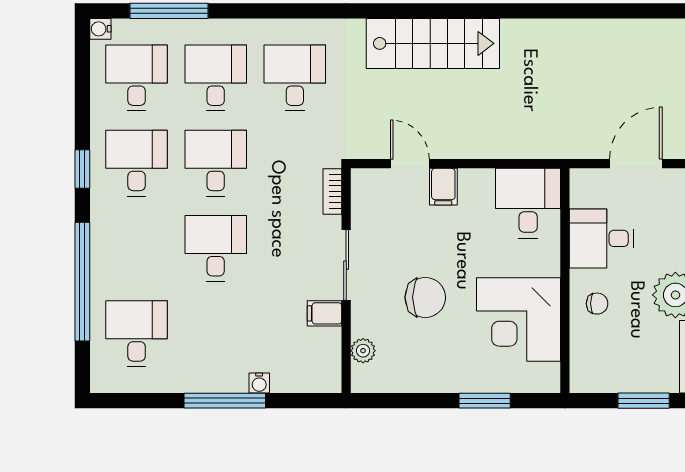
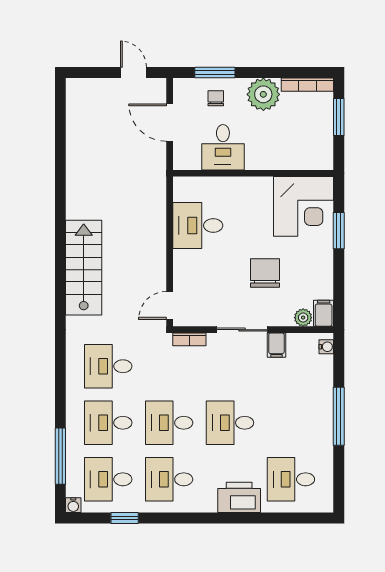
door: (410, 164) -> (170, 305), moved
window: (82, 169) -> (125, 518), moved
filing cabinet: (443, 187) -> (324, 313), moved, turned -90
desk: (528, 203) -> (198, 225), moved
printer: (111, 261) -> (239, 497), added
window: (82, 282) -> (254, 518), removed
chair: (597, 304) -> (216, 98), moved
corner desk: (519, 319) -> (303, 206), moved
water cooler: (259, 383) -> (326, 347), moved

